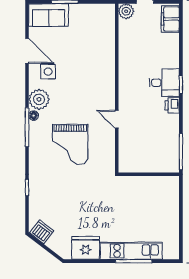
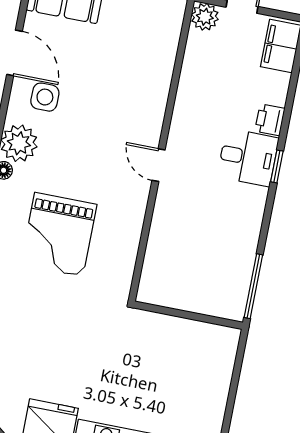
printer: (172, 105) -> (270, 120), moved
door: (117, 119) -> (159, 165), moved

